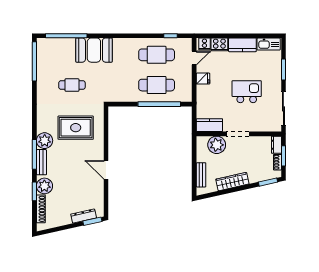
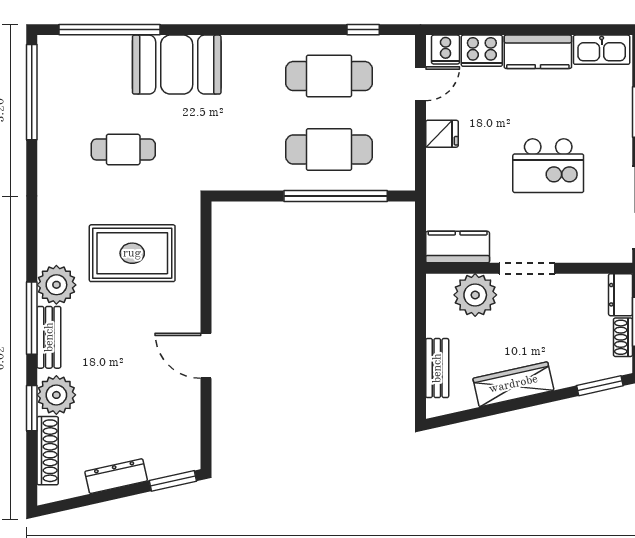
kitchen island: (247, 92) -> (548, 166), turned 180
dresser: (84, 216) -> (116, 476), moved

